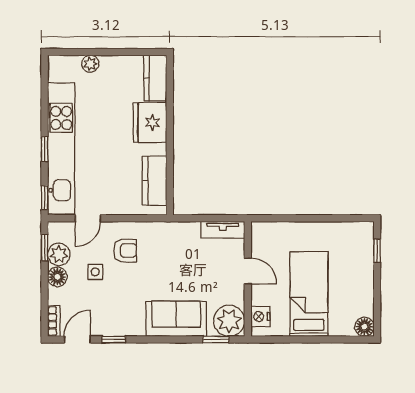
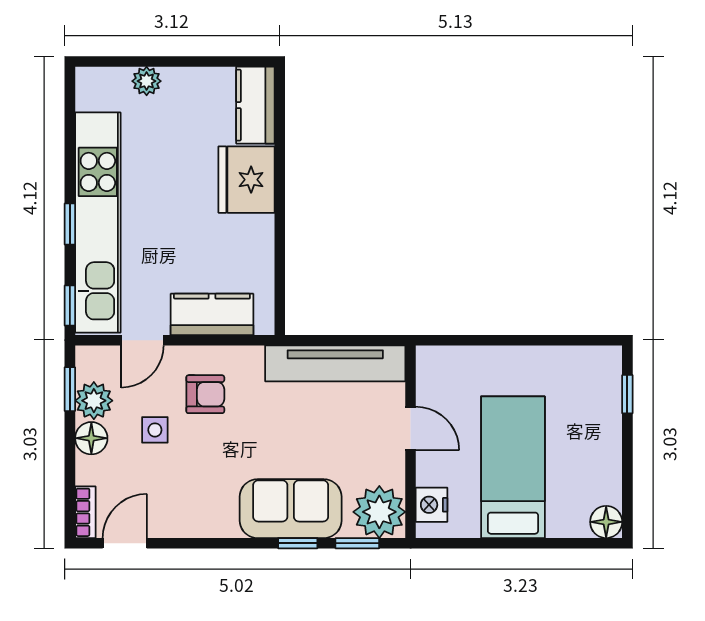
kitchen counter: (154, 181) -> (212, 314), moved, turned 90
tv unit: (223, 230) -> (335, 363), width x1.92, depth x1.29
window: (114, 339) -> (298, 543), moved

